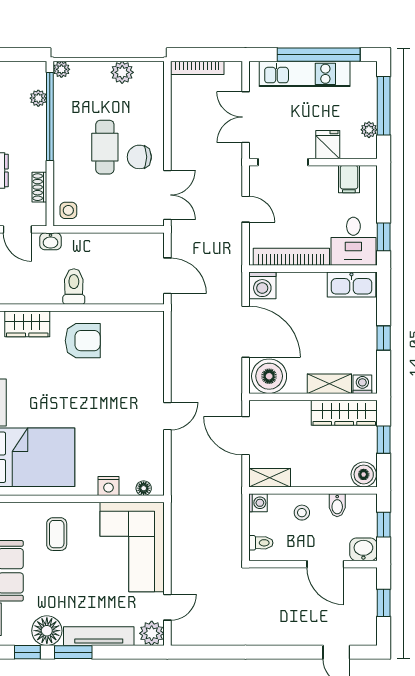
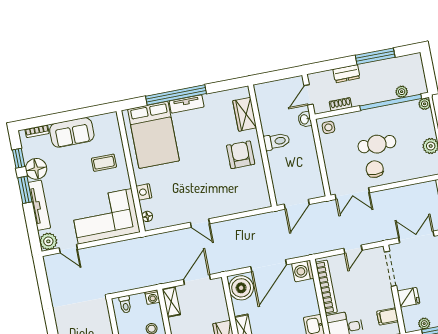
armchair: (83, 341) -> (241, 155), turned 180

